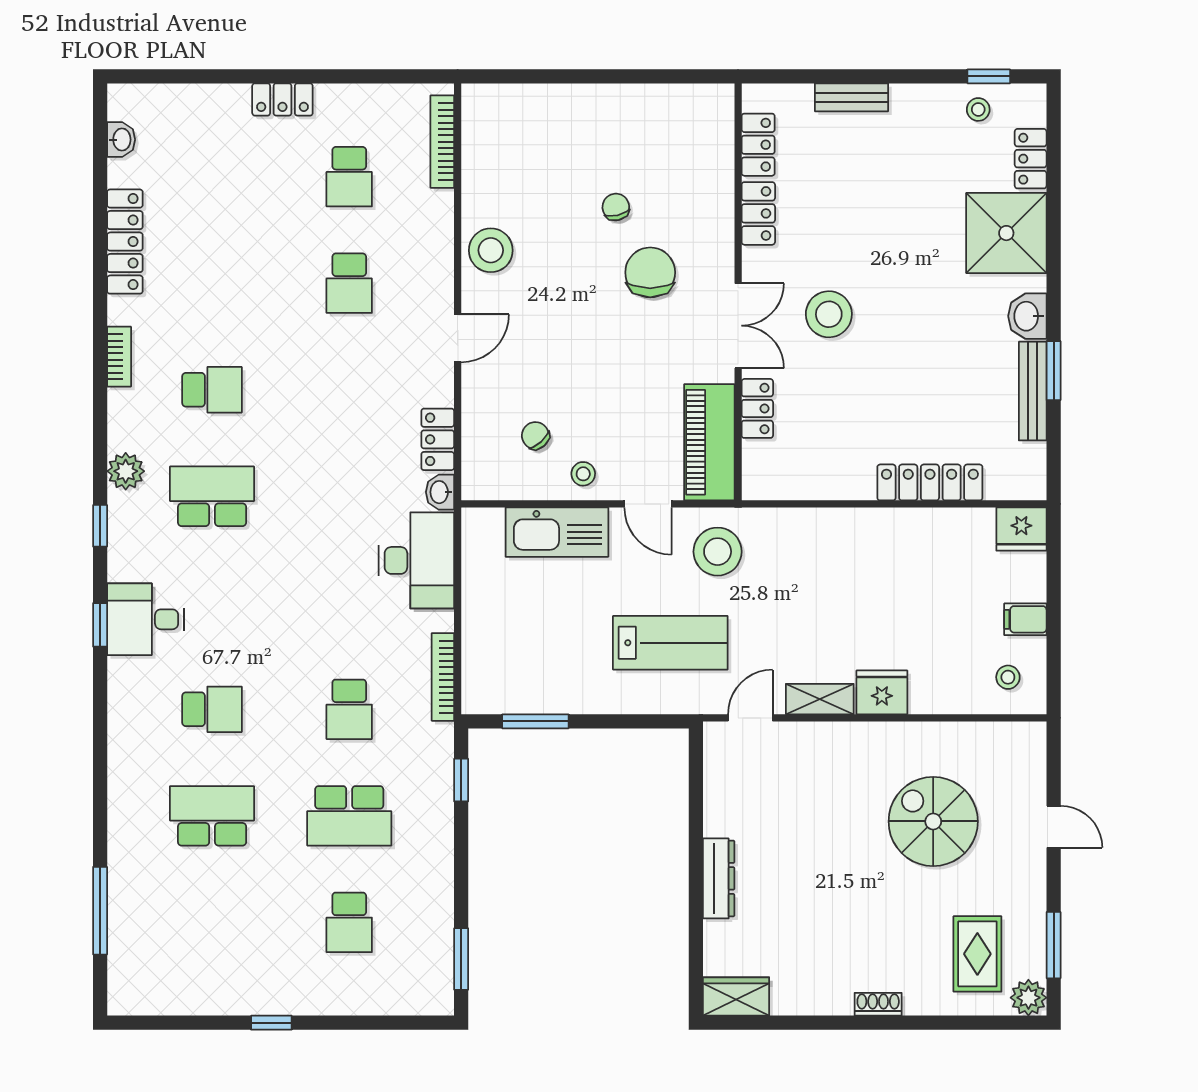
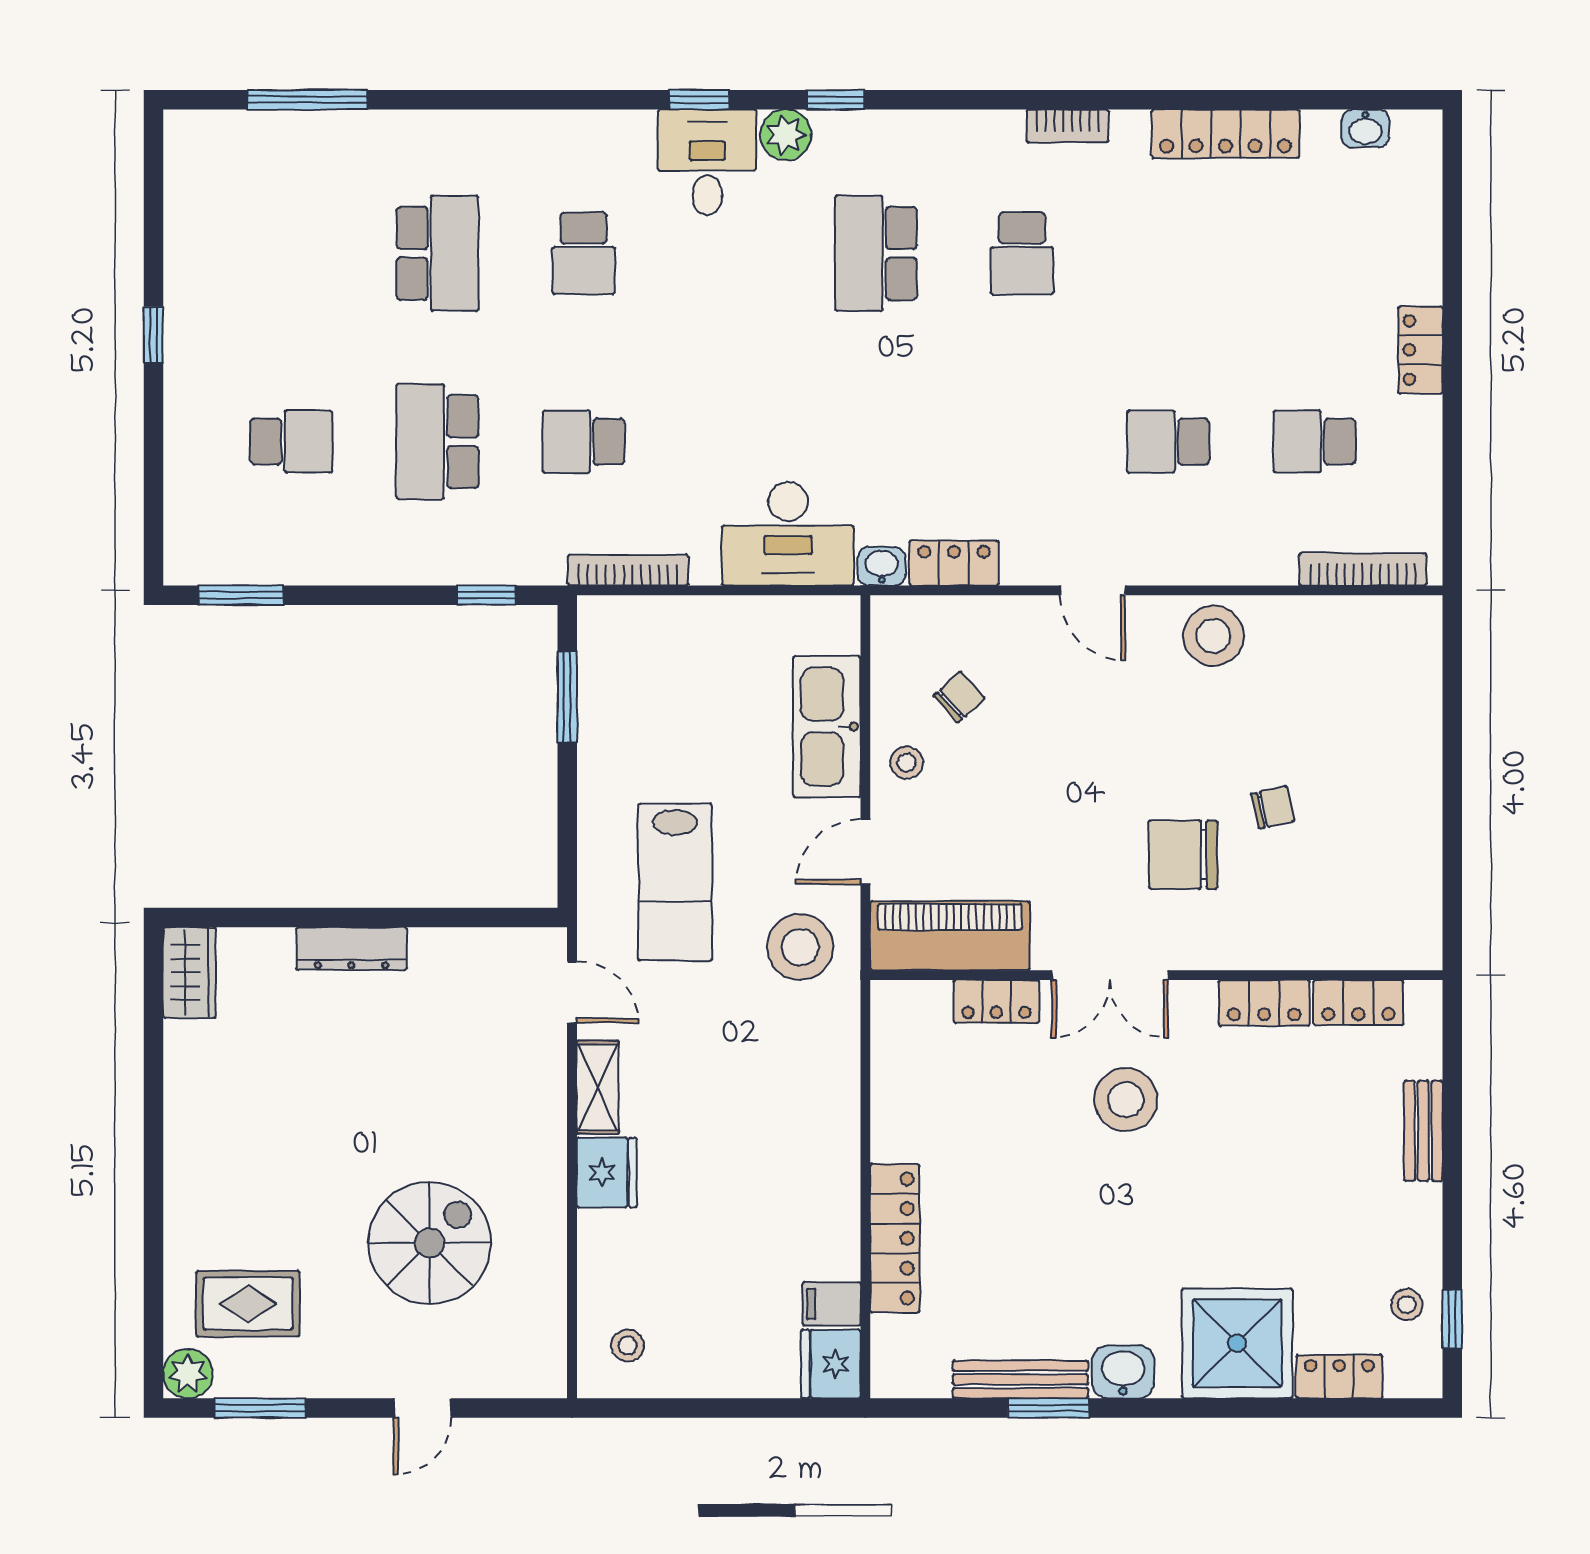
chair: (650, 272) -> (1183, 855), turned 180
plant: (126, 471) -> (786, 135), moved
school desk: (212, 496) -> (876, 253), turned 180
filing cabinet: (1025, 619) -> (832, 1304), moved, turned -90
school desk: (349, 922) -> (291, 442), turned 180
shoe rack: (878, 1004) -> (179, 1167), removed

